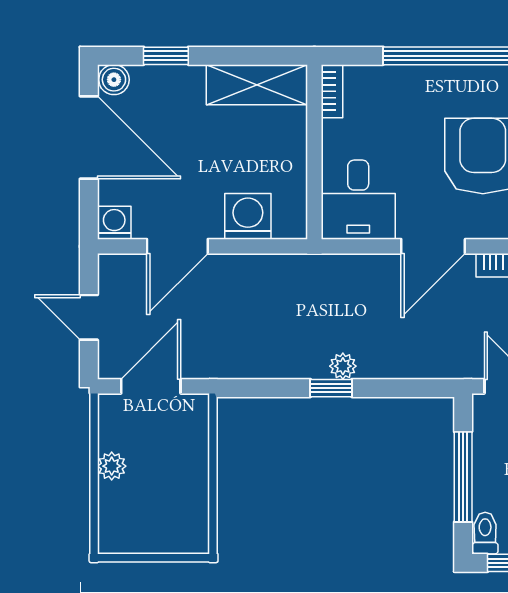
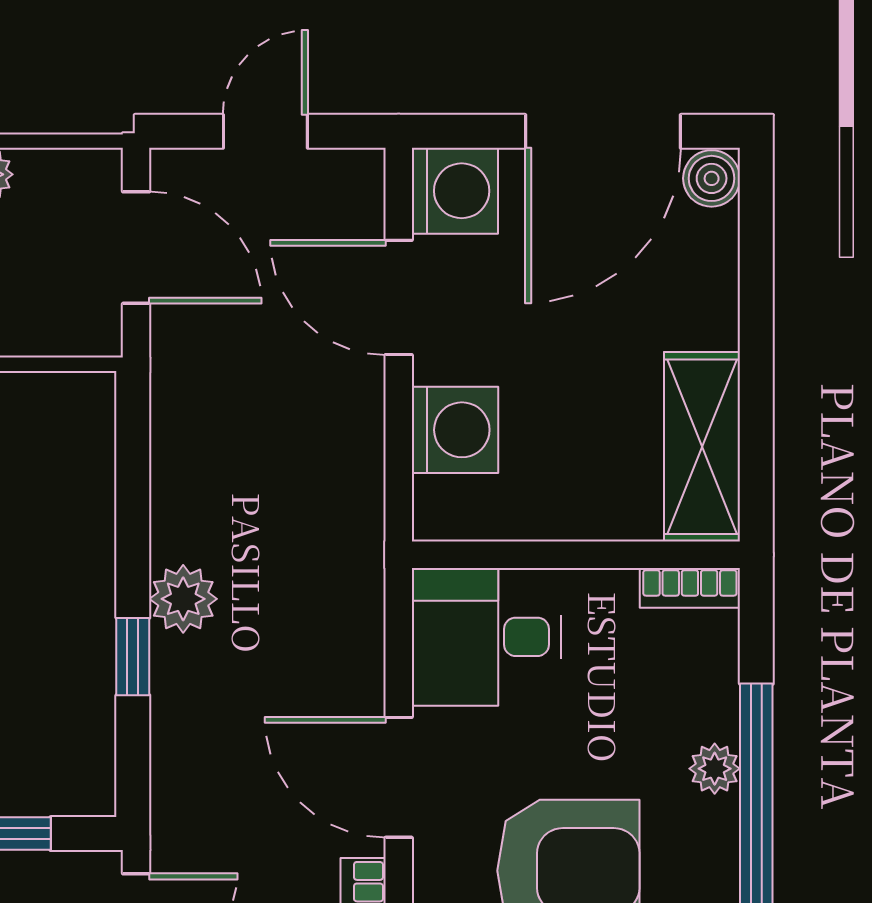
window: (166, 56) -> (756, 276), removed
plant: (428, 78) -> (715, 769), added
washing machine: (114, 223) -> (455, 191), width x1.38, depth x1.38
plant: (343, 366) -> (183, 599), width x1.38, depth x1.38
window: (331, 388) -> (133, 657), moved

